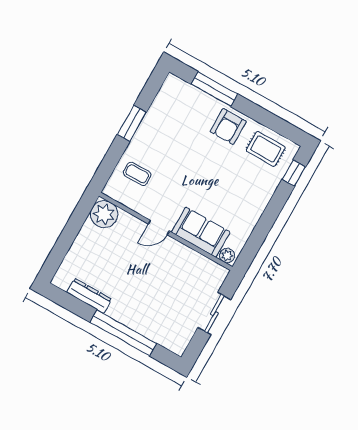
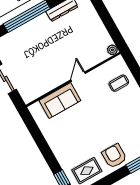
plant: (104, 214) -> (112, 50), width x0.53, depth x0.53
plant: (227, 256) -> (36, 108), removed

